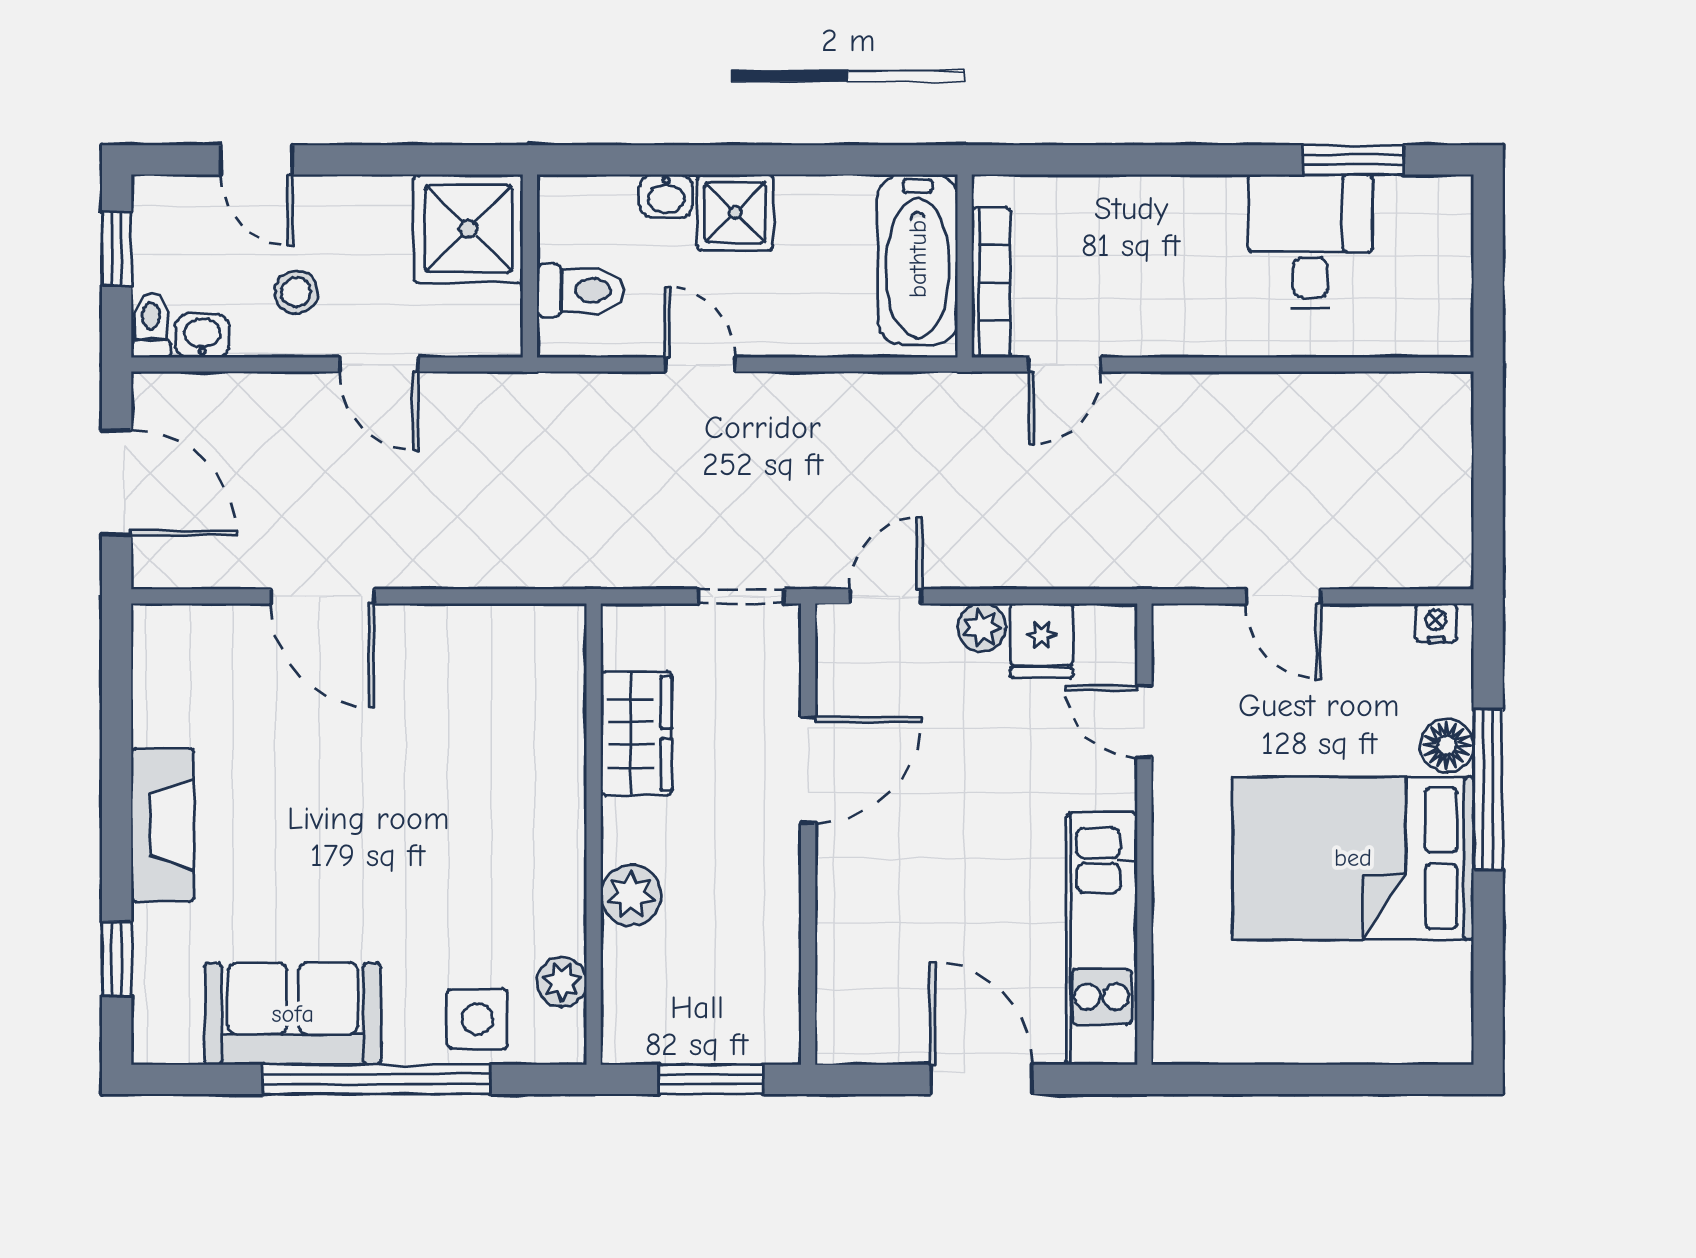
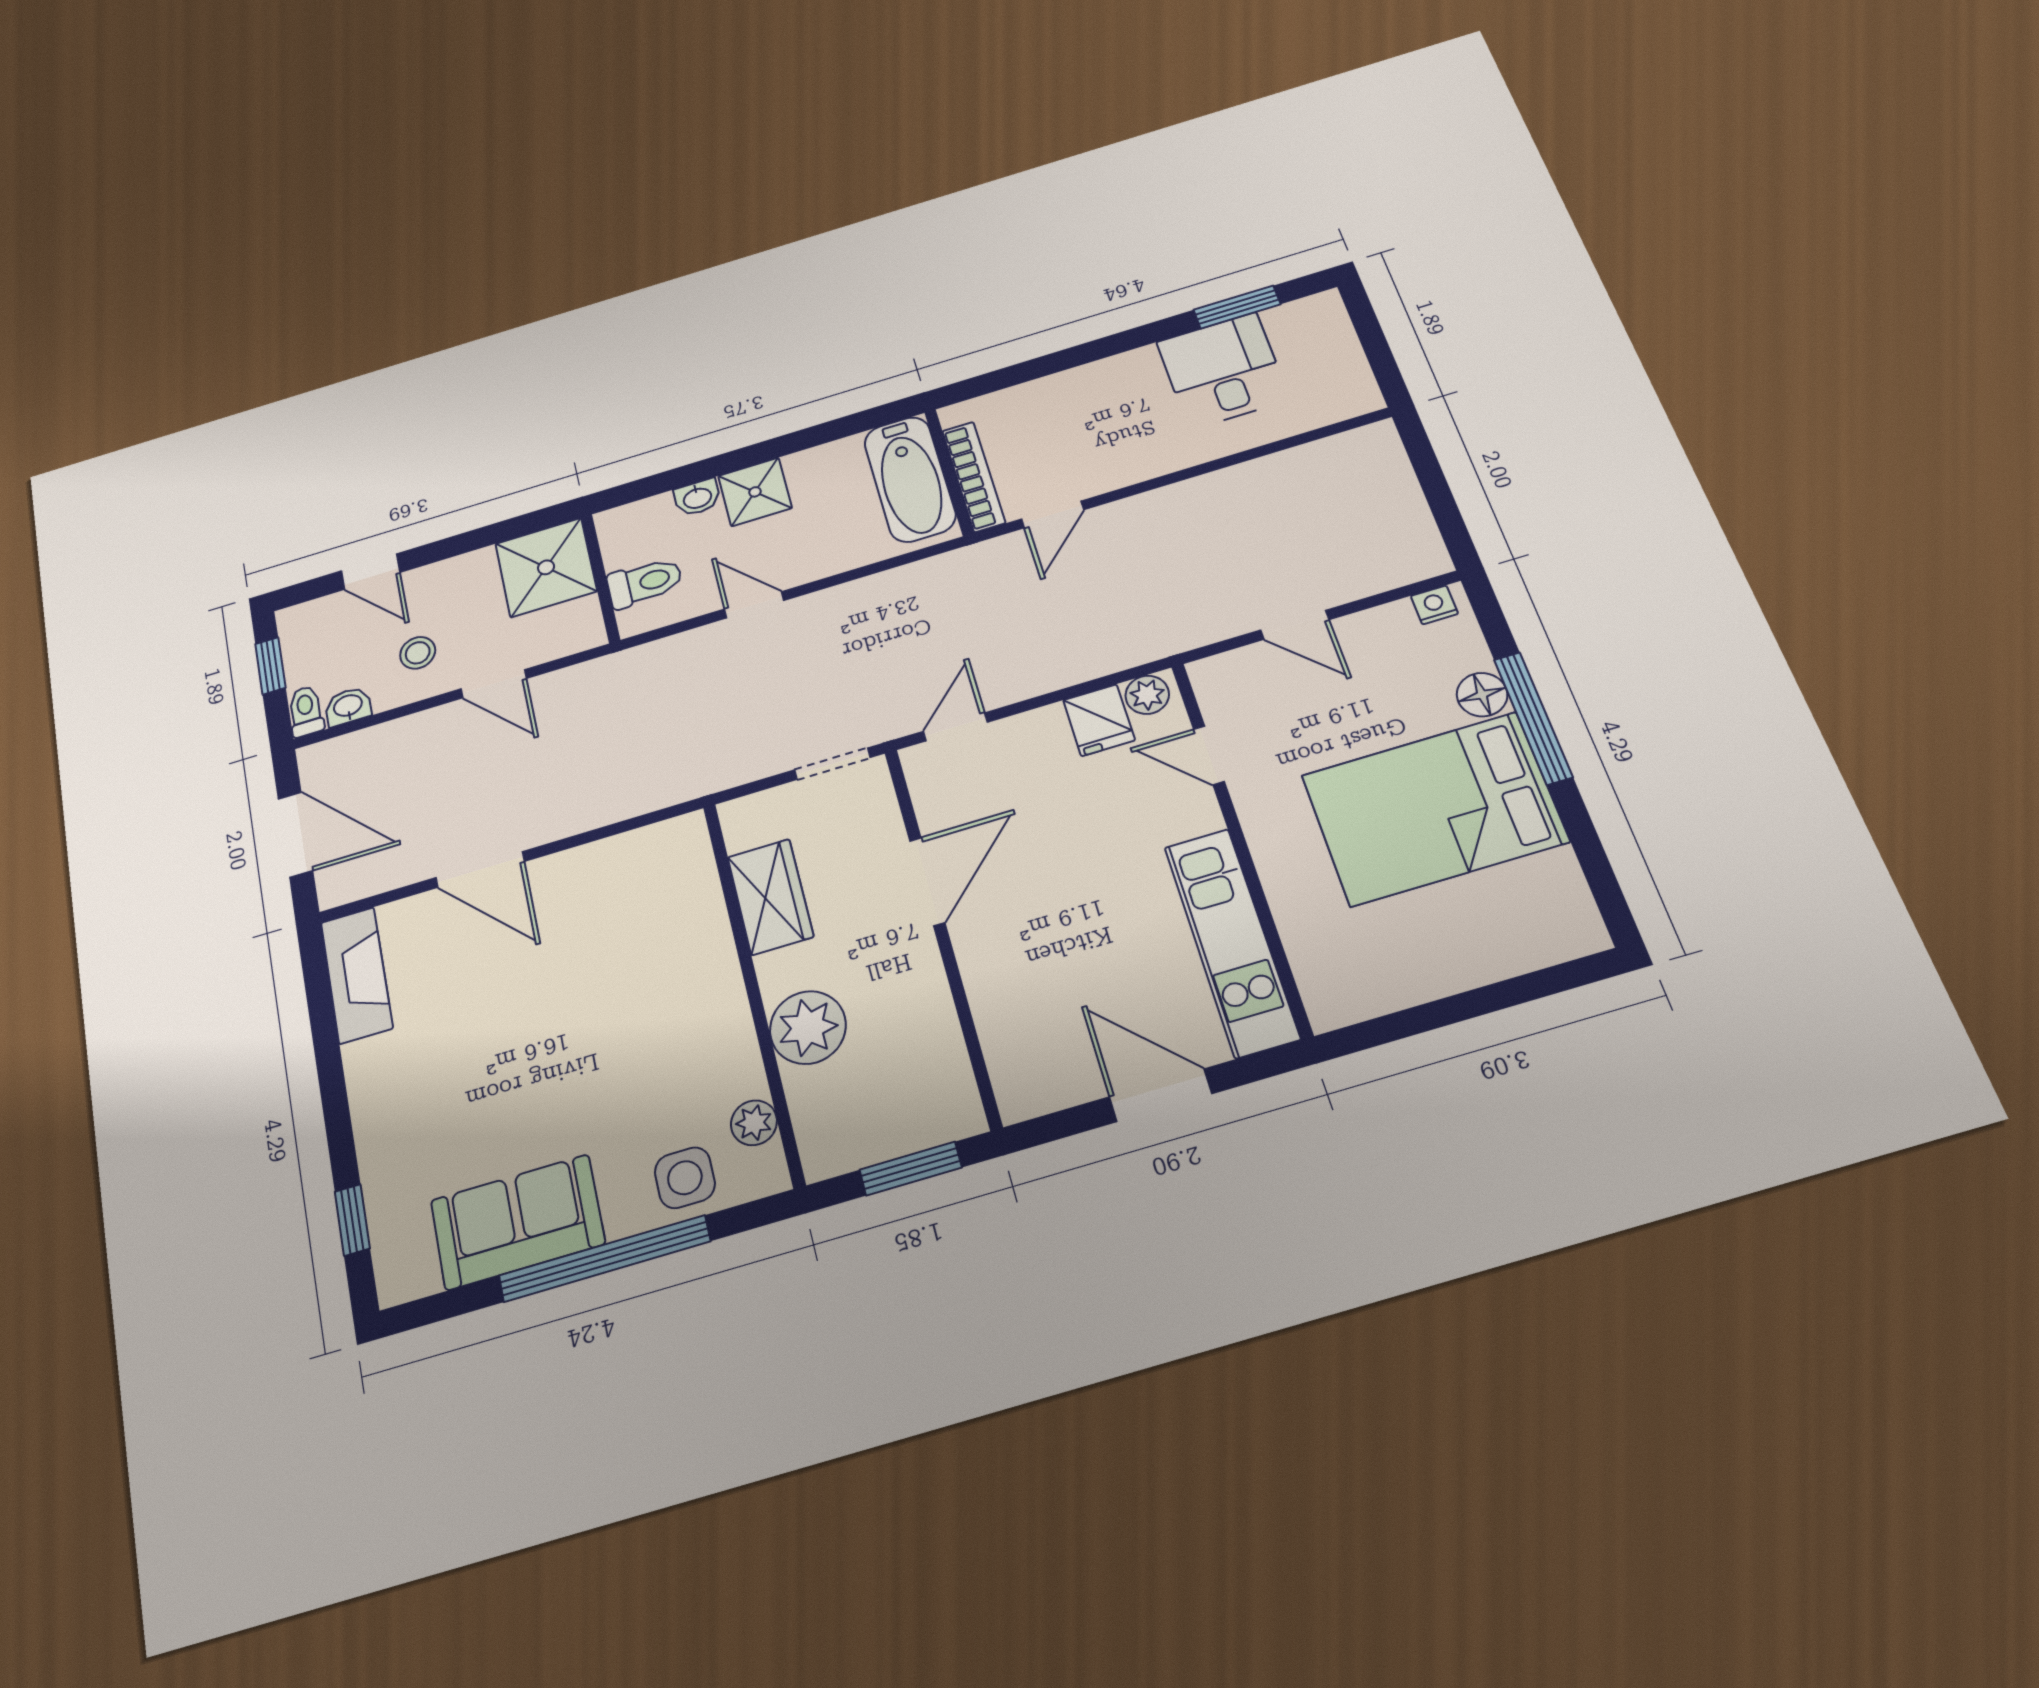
plant: (982, 627) -> (1147, 695), moved
fireplace: (162, 825) -> (357, 975), moved
plant: (631, 895) -> (808, 1027), width x1.36, depth x1.36

